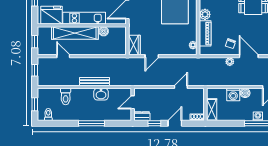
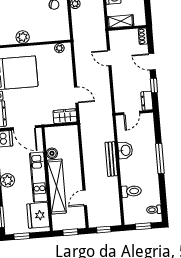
piano: (205, 33) -> (45, 35), removed
door: (133, 102) -> (132, 113), hinge flipped
shelving: (212, 110) -> (121, 21), moved

